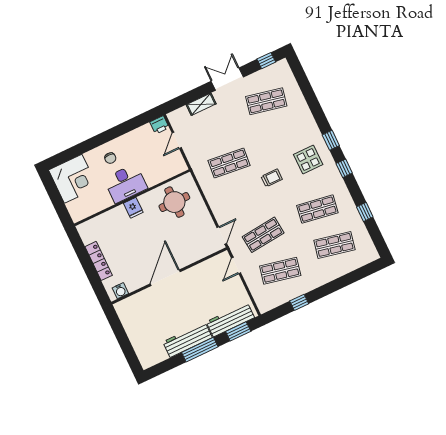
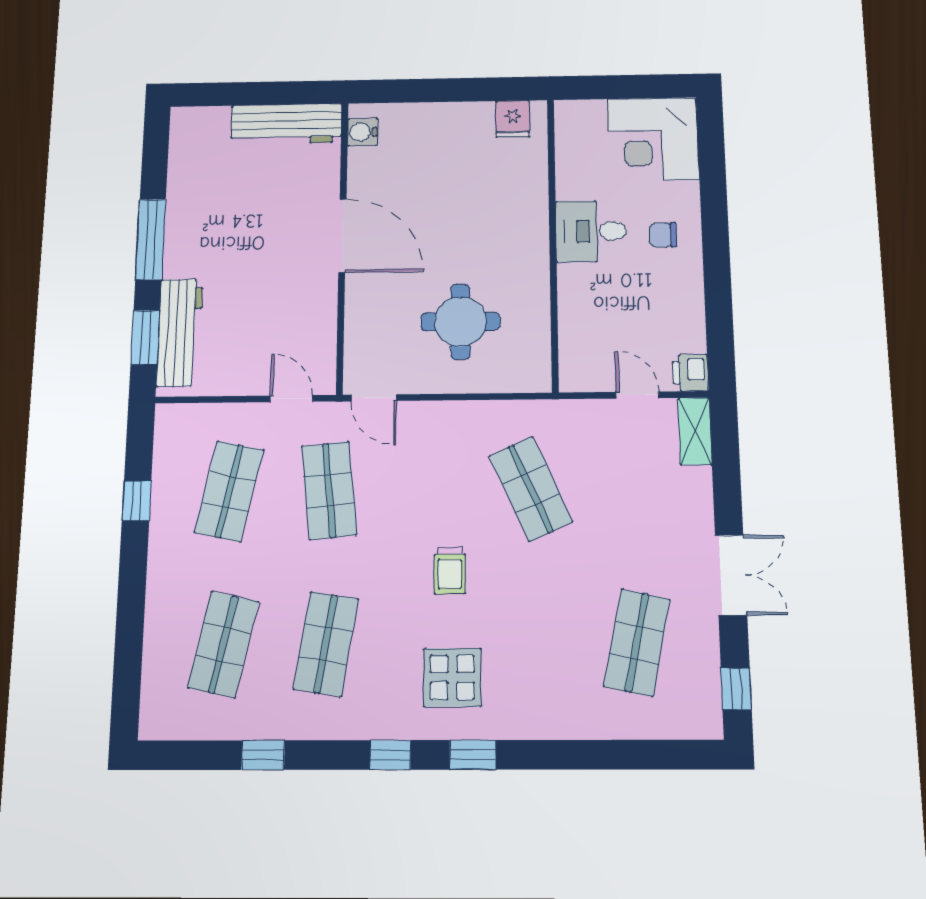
shelving: (201, 104) -> (695, 431), moved
shop shelf: (229, 163) -> (531, 489), turned -30
desk: (125, 183) -> (591, 231), width x0.73
round table: (174, 202) -> (460, 322), moved
fridge: (133, 208) -> (513, 119), moved, turned -90
locker: (99, 261) -> (448, 115), removed
workbench: (188, 340) -> (286, 124), moved, turned 90

